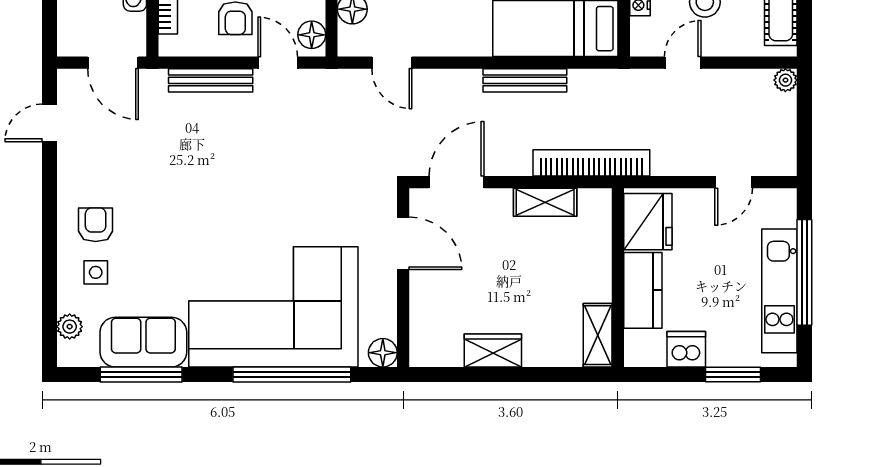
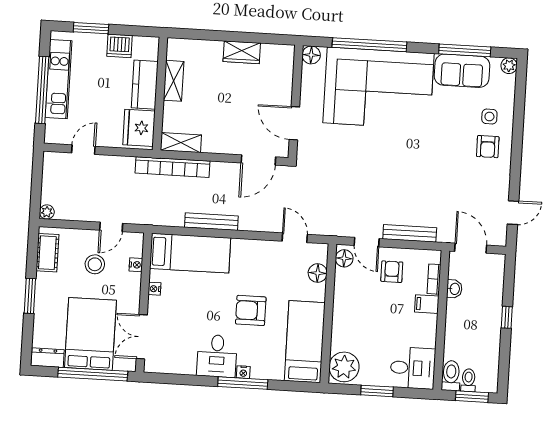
shelving: (545, 202) -> (181, 143), moved
plant: (70, 327) -> (509, 66), moved
shelving: (598, 335) -> (174, 81), moved

